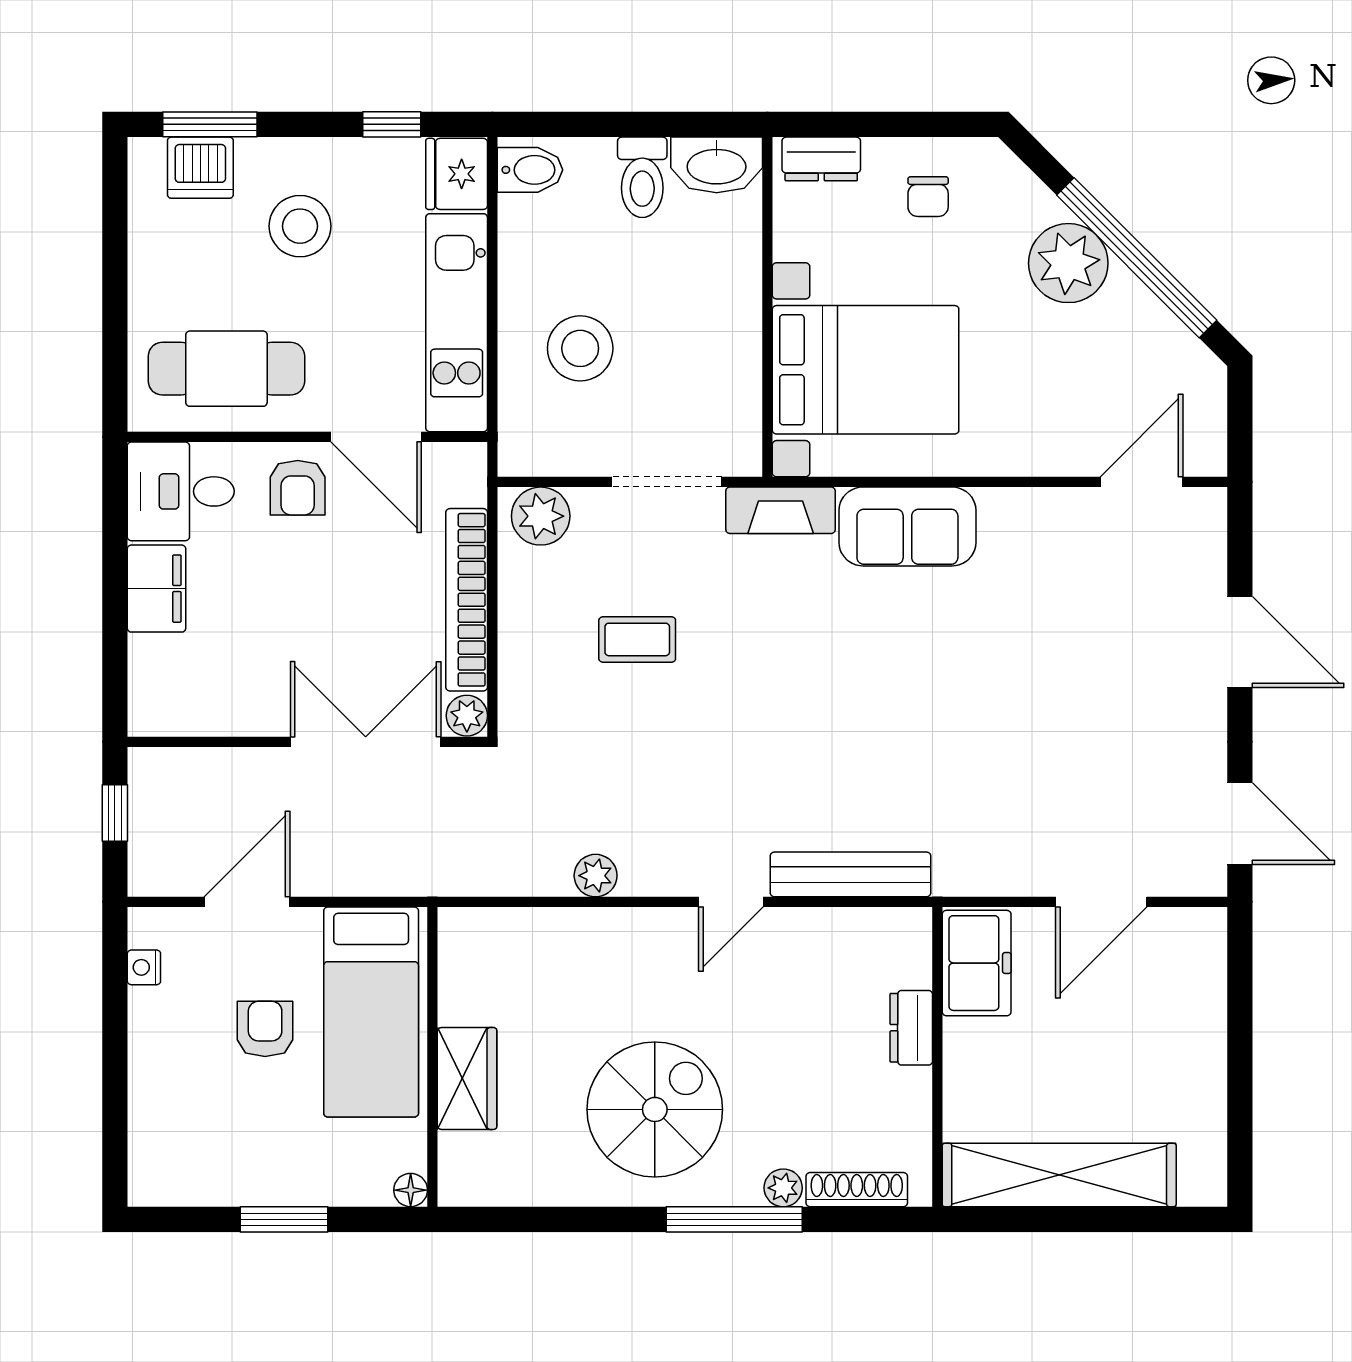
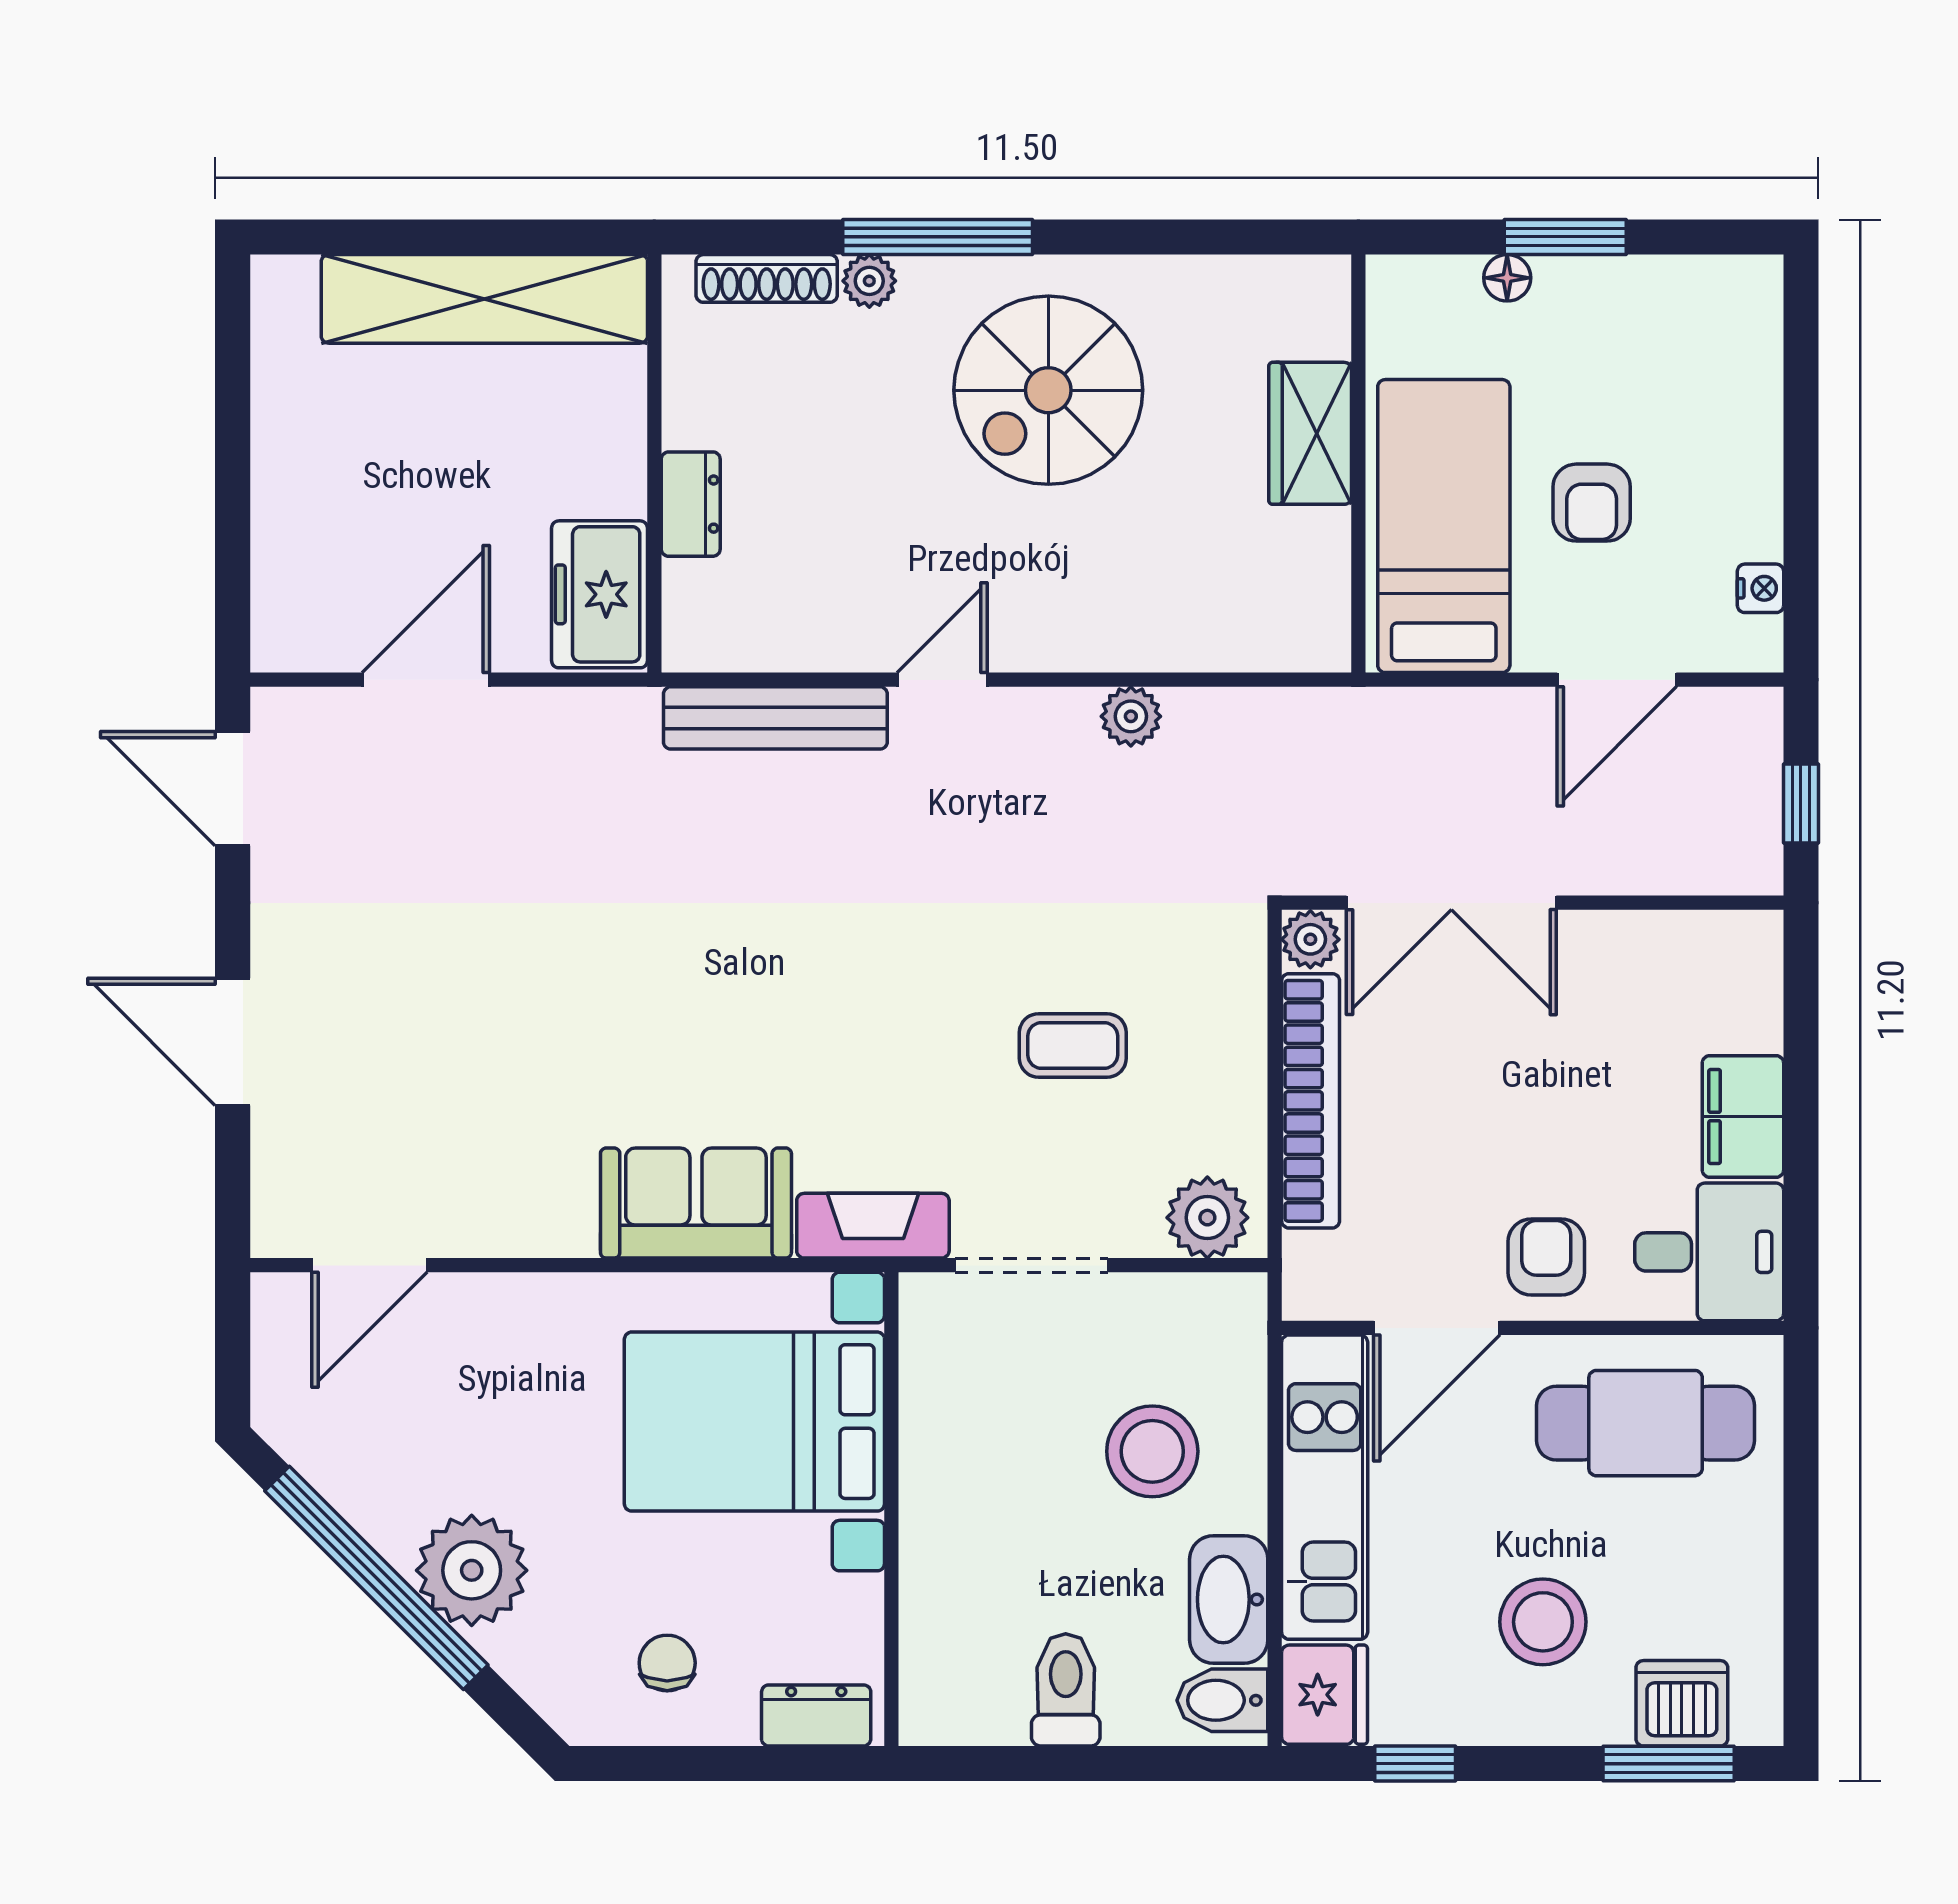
washbasin: (717, 165) -> (1229, 1599), moved, turned -90
door: (376, 437) -> (1437, 1328), swing flipped
floor lamp: (411, 1190) -> (1507, 278), moved

